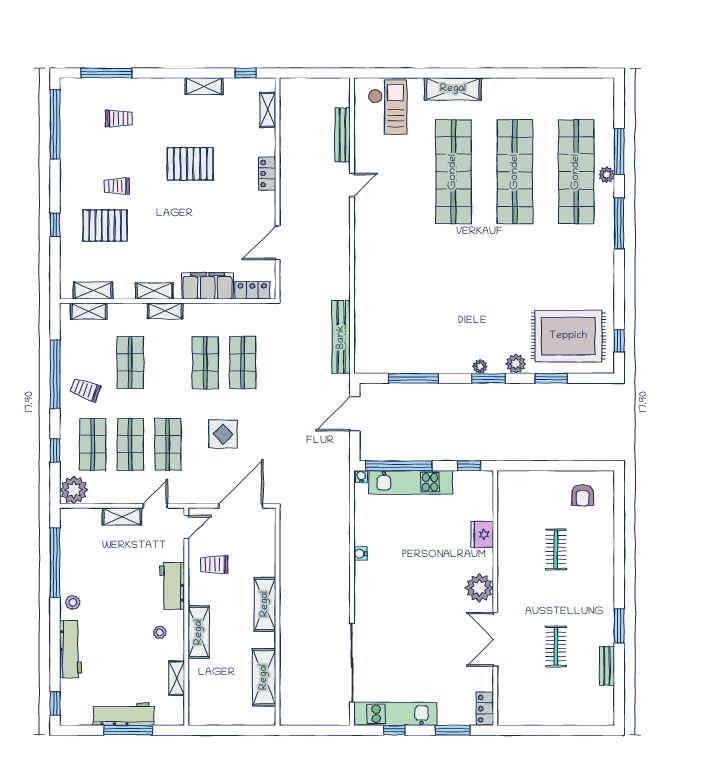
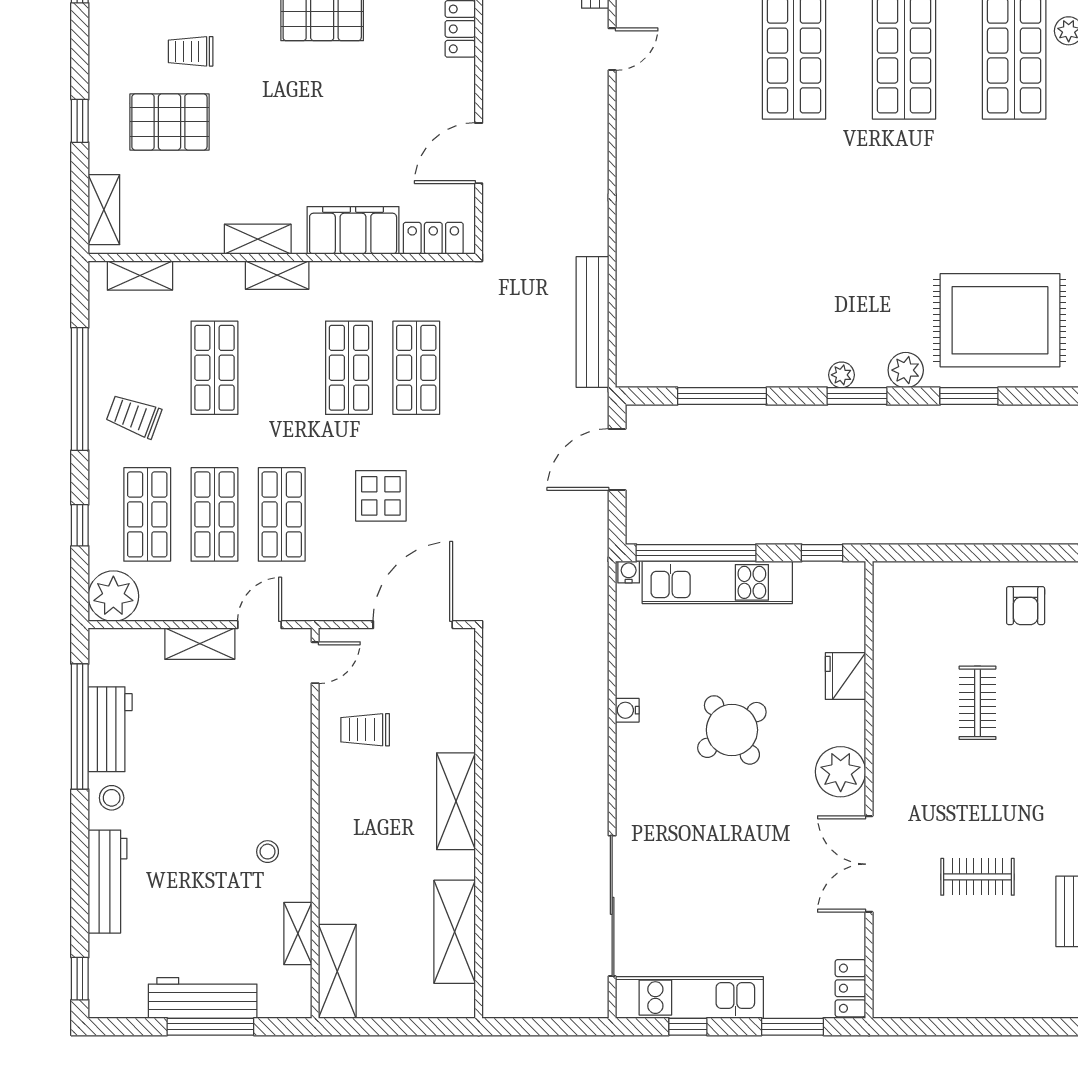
shelving: (93, 290) -> (104, 210), moved, turned 90
round table: (419, 565) -> (732, 730), added
workbench: (172, 586) -> (110, 729), moved, turned 180
shelving: (199, 632) -> (337, 971), moved
clothes rail: (556, 647) -> (977, 877), turned 90

